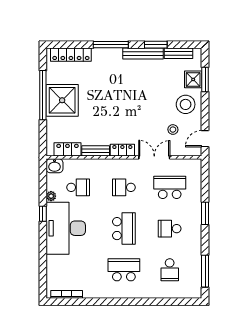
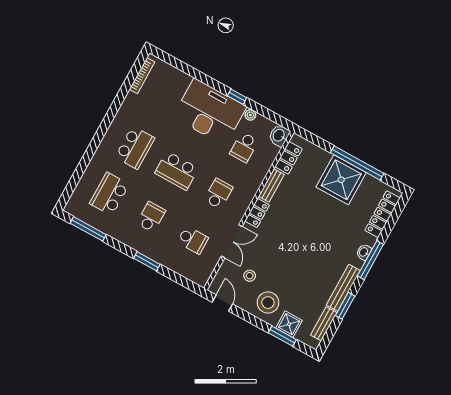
washbasin: (107, 53) -> (364, 252), added
school desk: (170, 187) -> (193, 240), width x0.54
school desk: (170, 270) -> (109, 194), width x1.85

